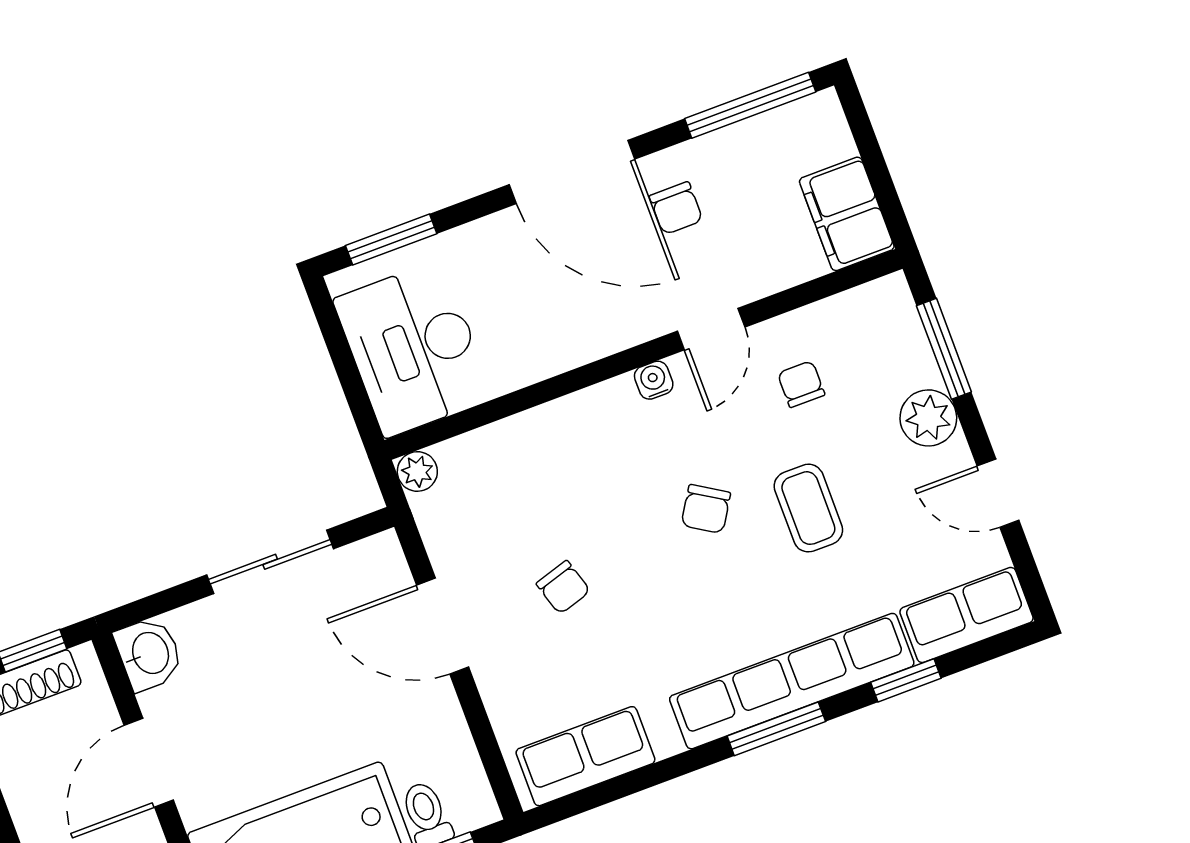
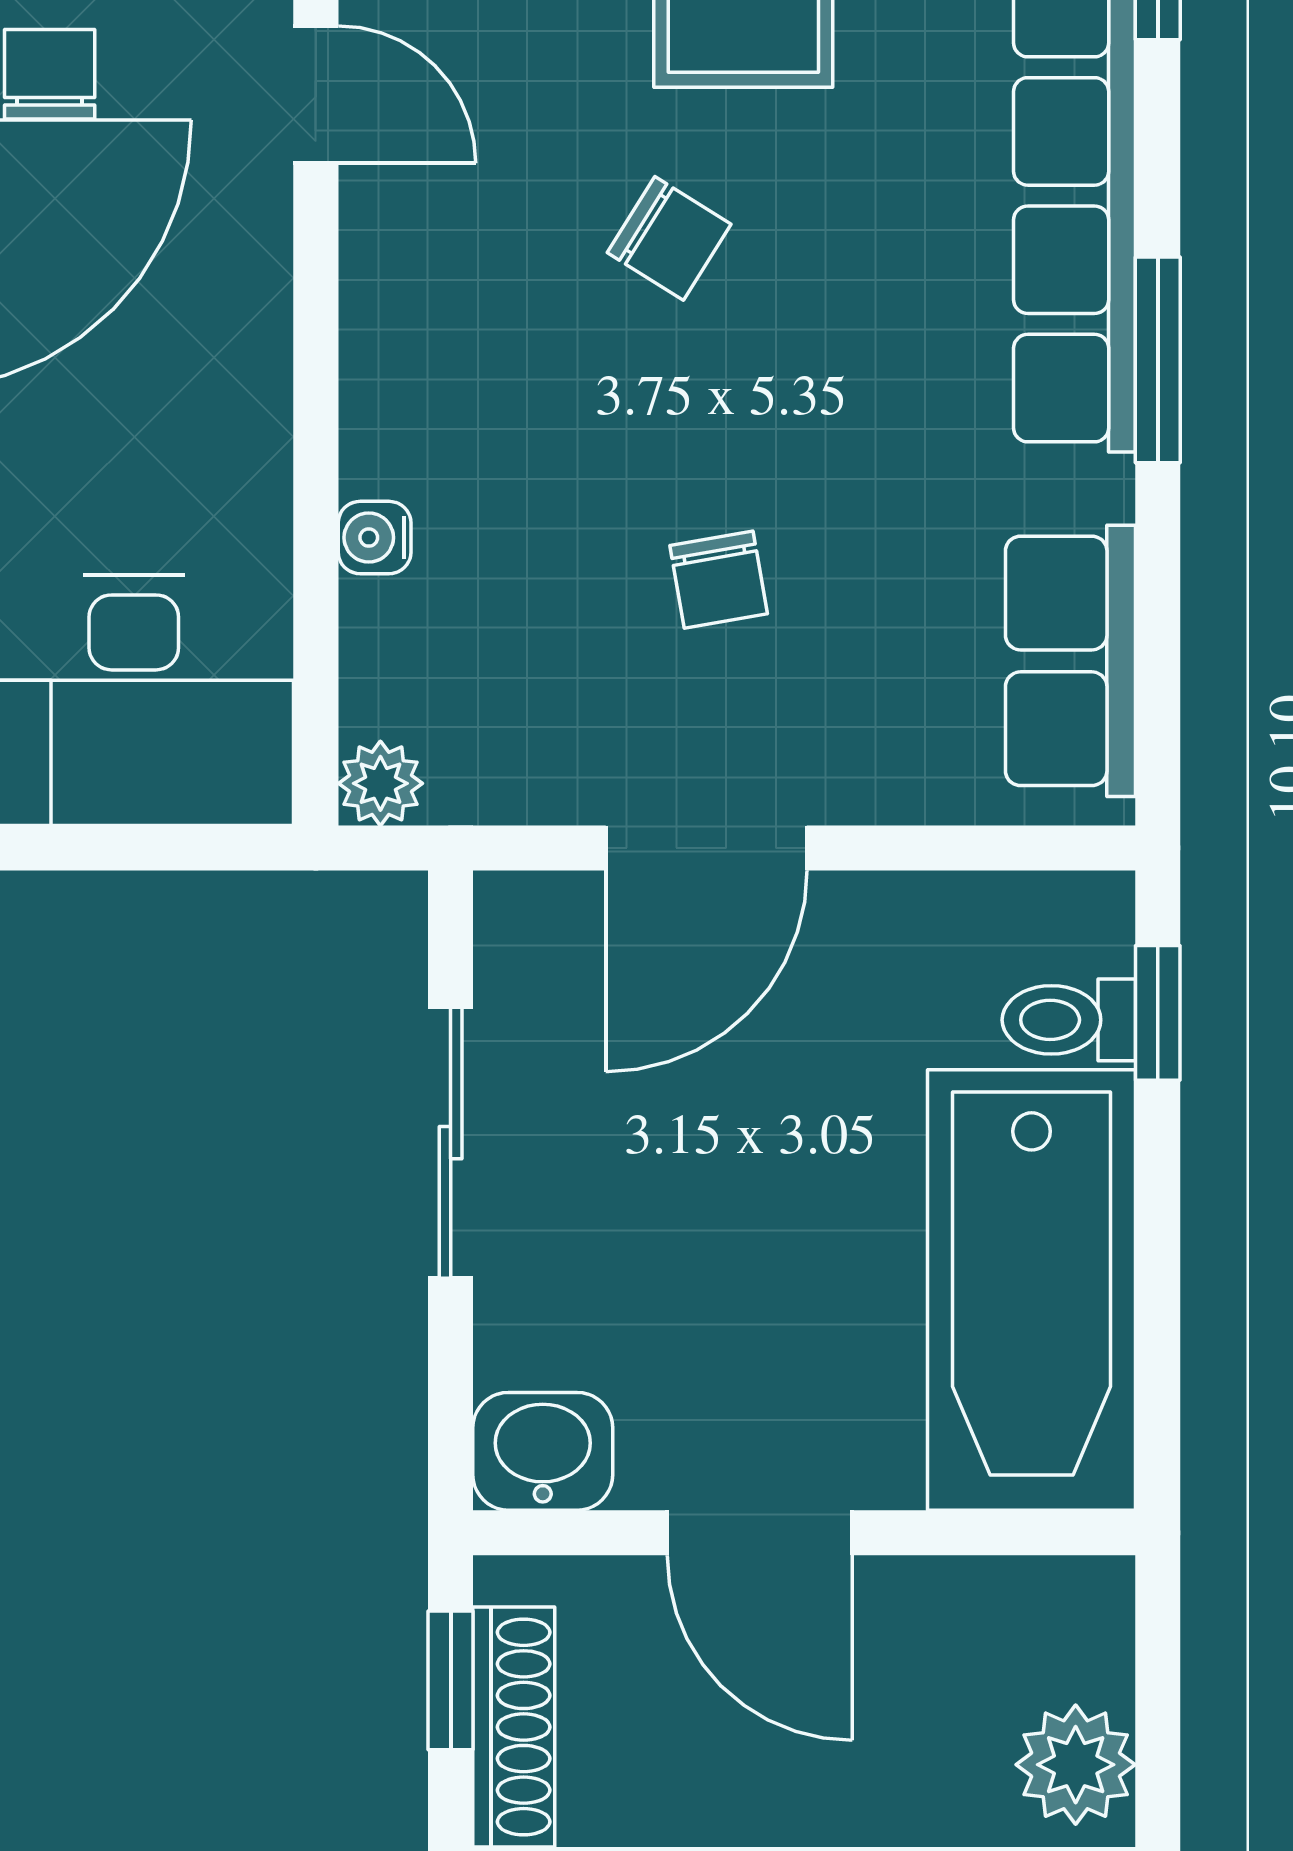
chair: (676, 208) -> (50, 74), turned -90
water cooler: (654, 380) -> (375, 538), moved
chair: (563, 587) -> (719, 580), turned 97
window: (776, 729) -> (1158, 360), moved

